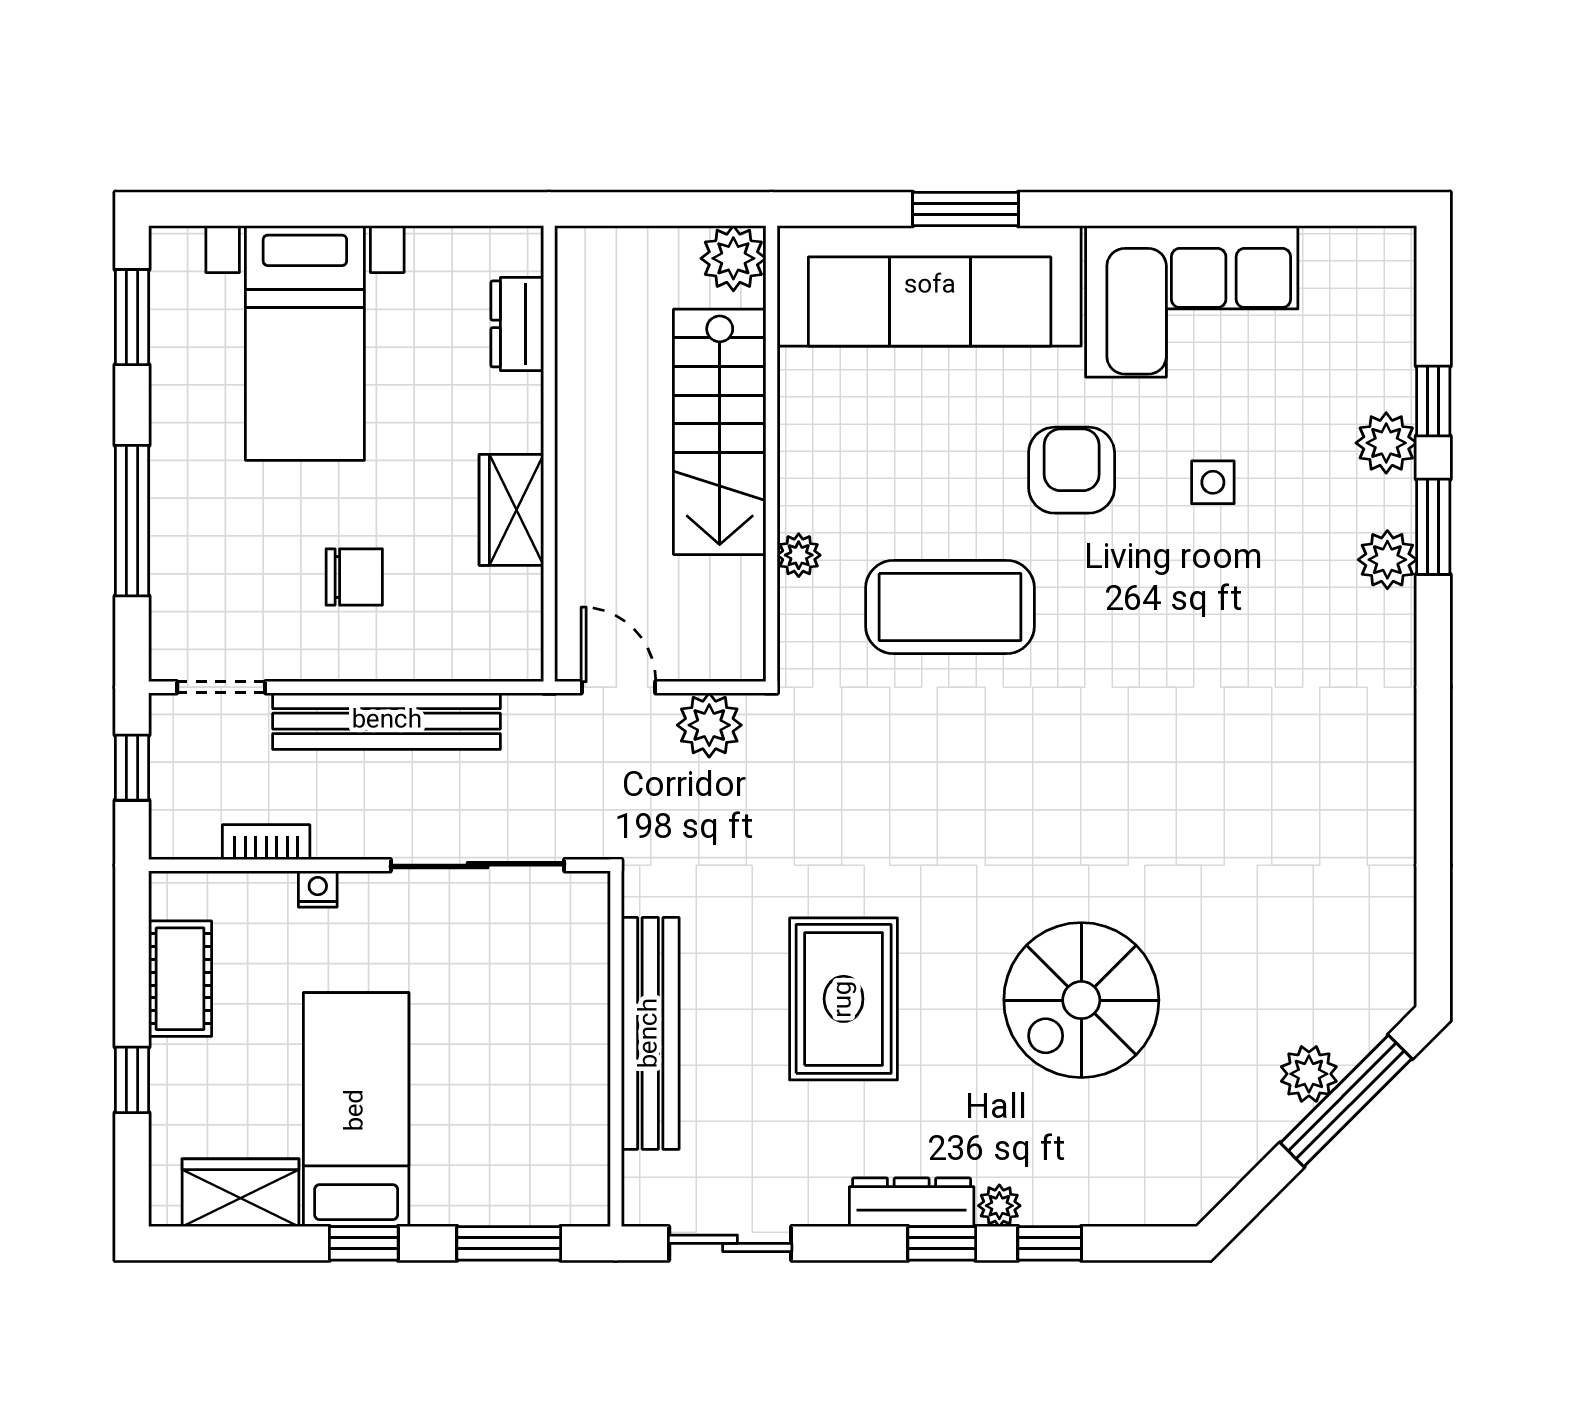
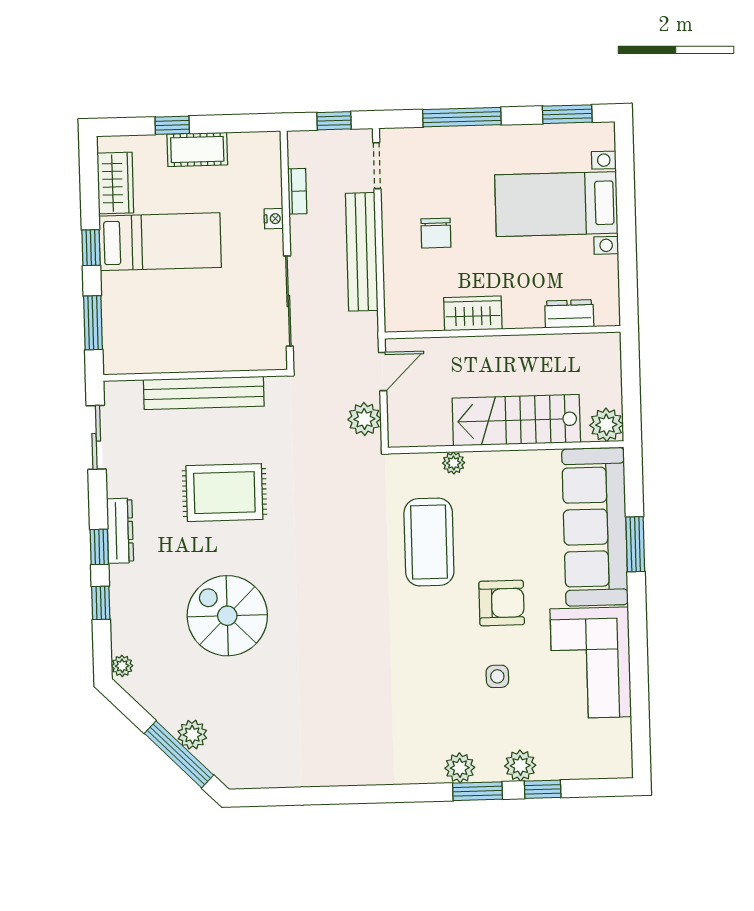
cot: (180, 979) -> (197, 149), moved
plant: (999, 1206) -> (122, 666), moved

